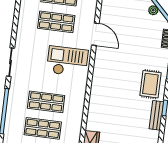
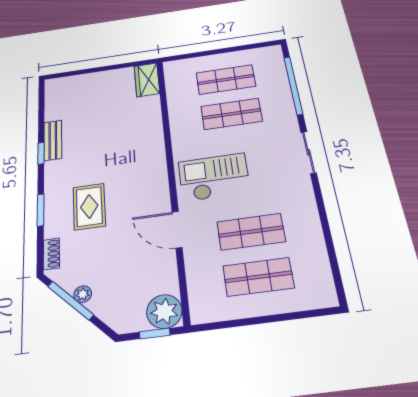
checkout: (67, 61) -> (214, 177), turned 180
rug: (150, 84) -> (89, 206), moved

